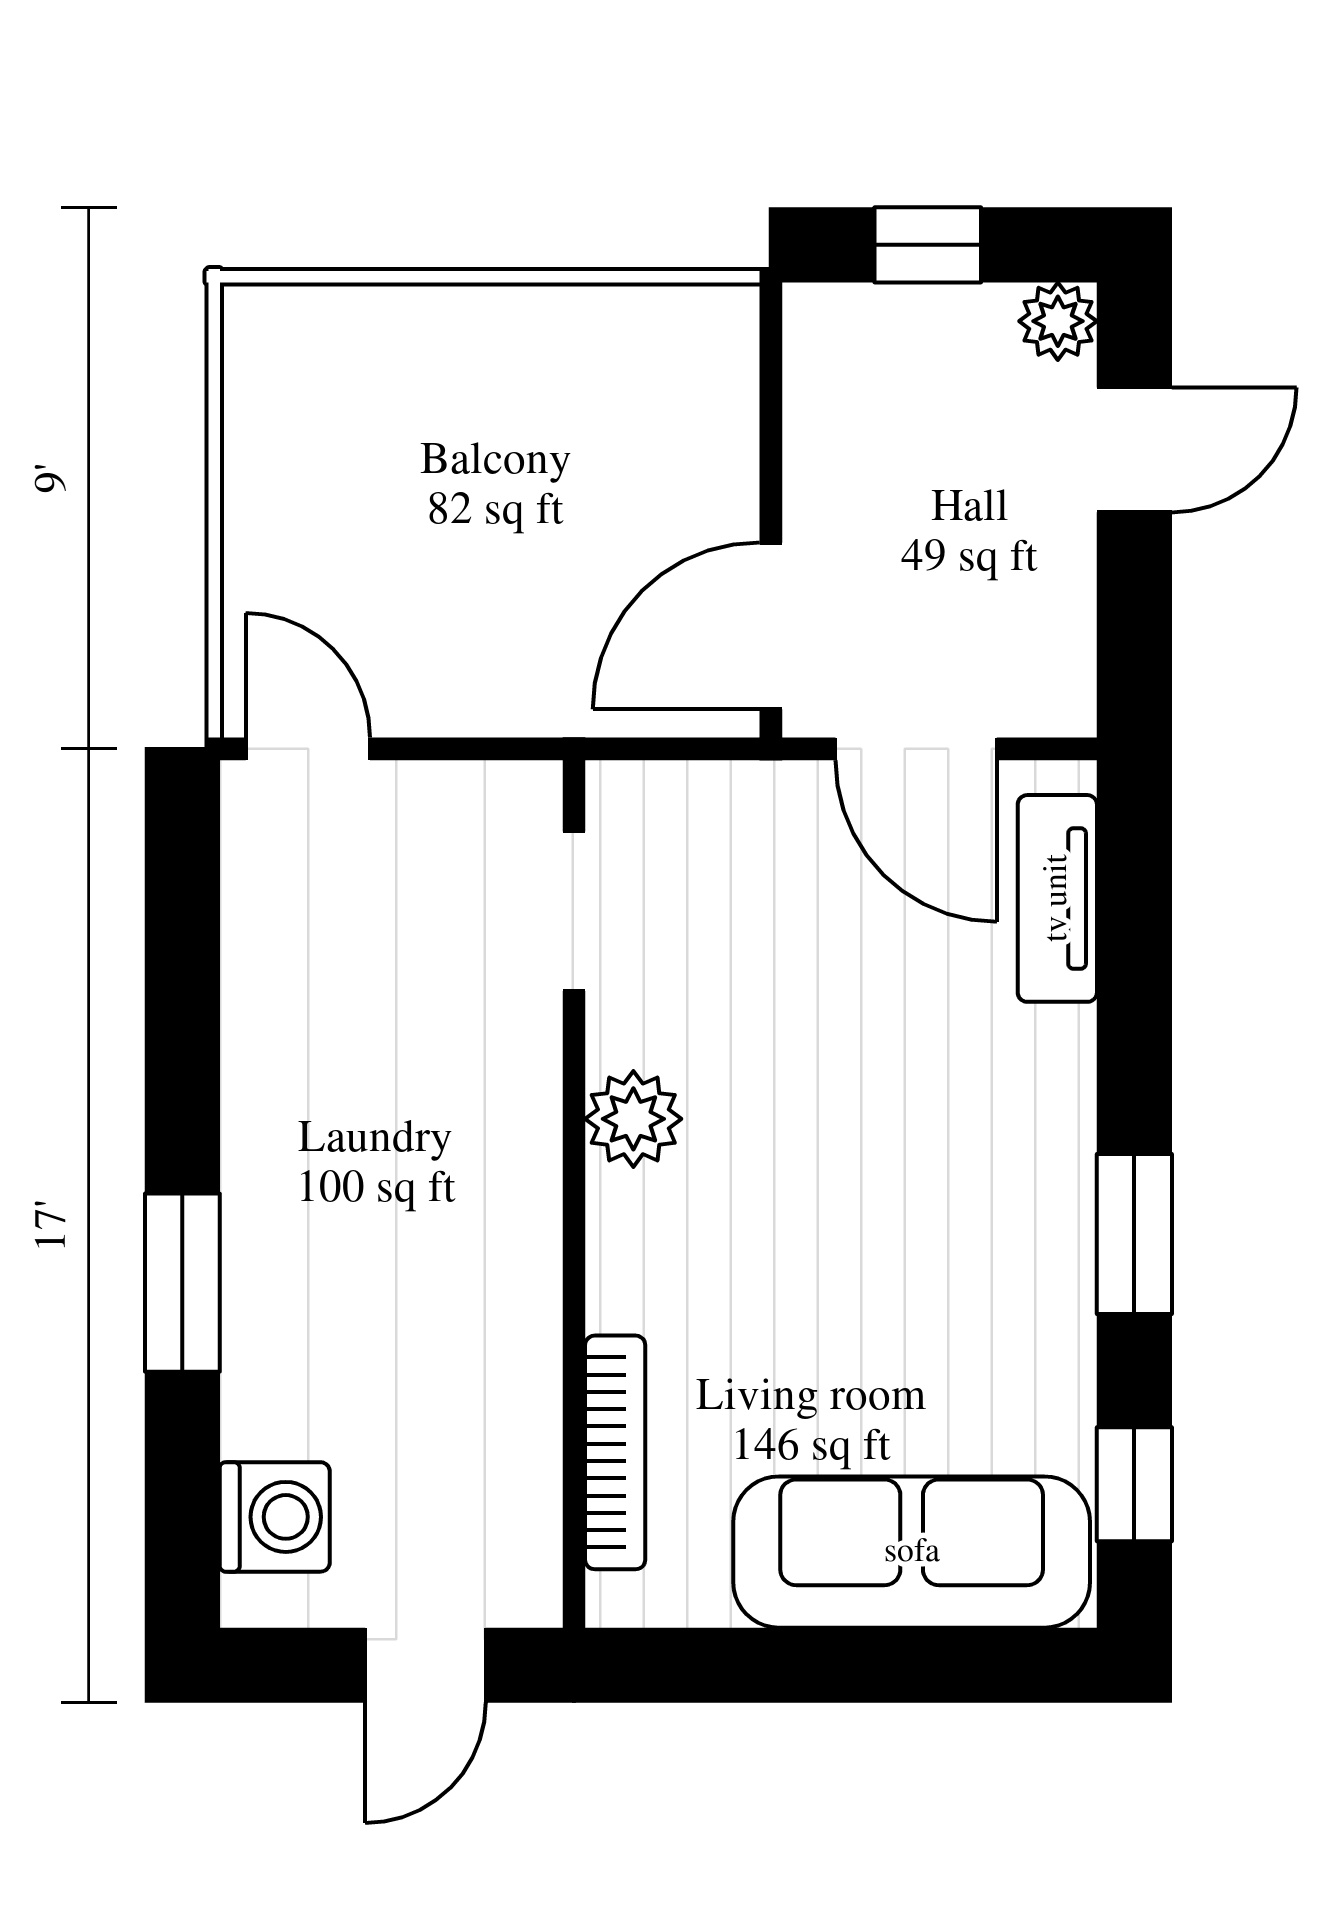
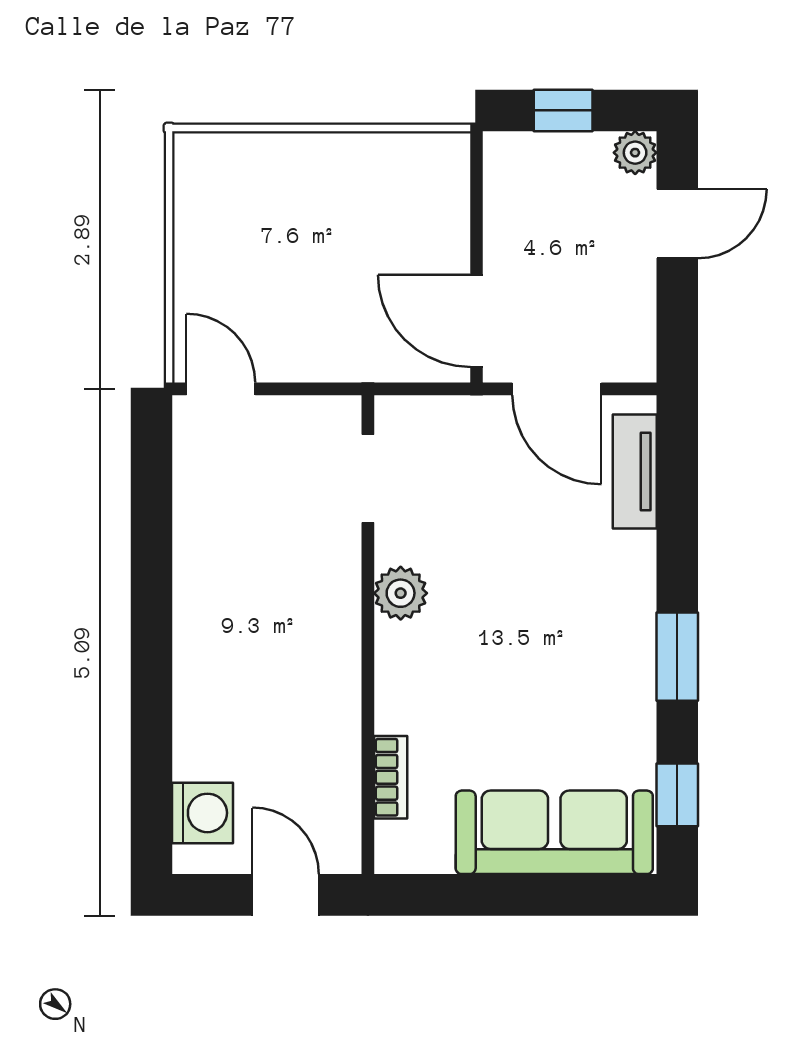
door: (771, 626) -> (476, 321), hinge flipped
window: (182, 1283) -> (152, 684), removed
bookcase: (615, 1452) -> (391, 777), width x0.64
door: (425, 1665) -> (286, 895), swing flipped

